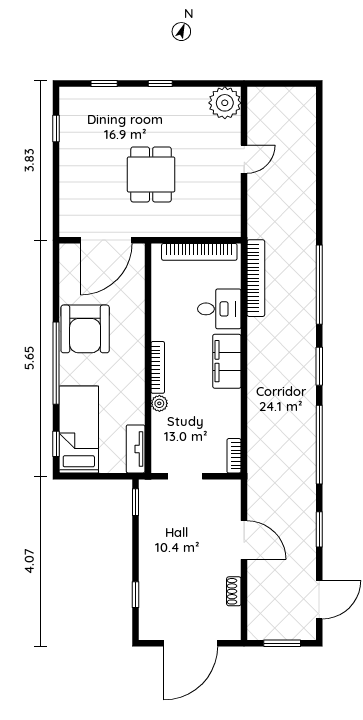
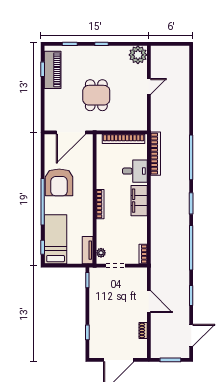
piano: (74, 130) -> (53, 70), added
plant: (159, 403) -> (101, 253), moved

